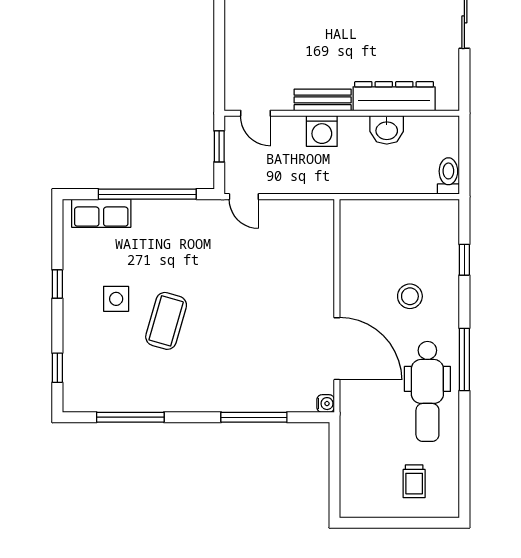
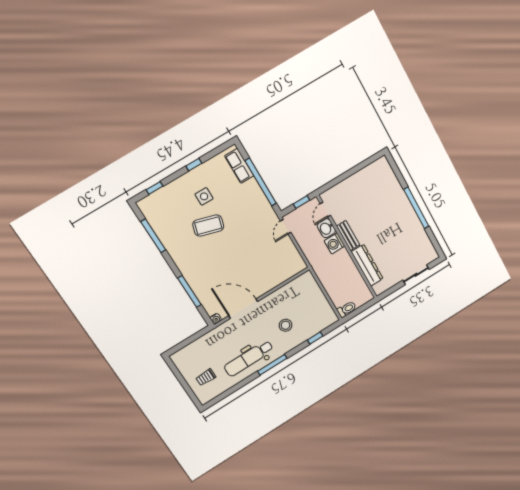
washbasin: (387, 130) -> (326, 228), moved
door: (337, 349) -> (243, 309), swing flipped

